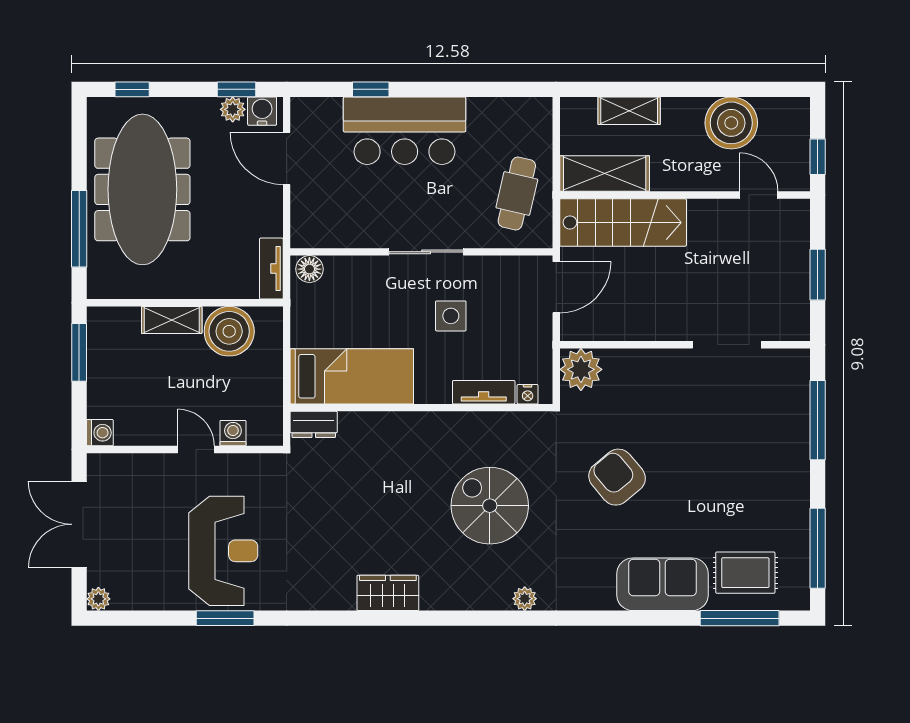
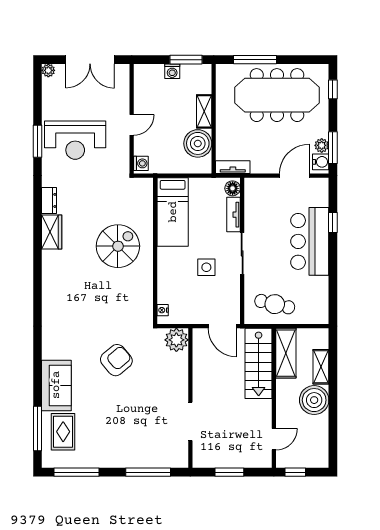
window: (237, 89) -> (333, 148), width x1.50
boiler: (731, 123) -> (314, 400), moved
tv unit: (484, 392) -> (233, 215), moved, turned 180
dresser: (314, 424) -> (49, 200), moved, turned 180
washing machine: (100, 433) -> (172, 71), moved
washing machine: (233, 433) -> (141, 163), moved
spiral stairs: (490, 506) -> (118, 246), moved
double door: (79, 524) -> (90, 60), swing flipped
plant: (525, 599) -> (48, 309), removed

